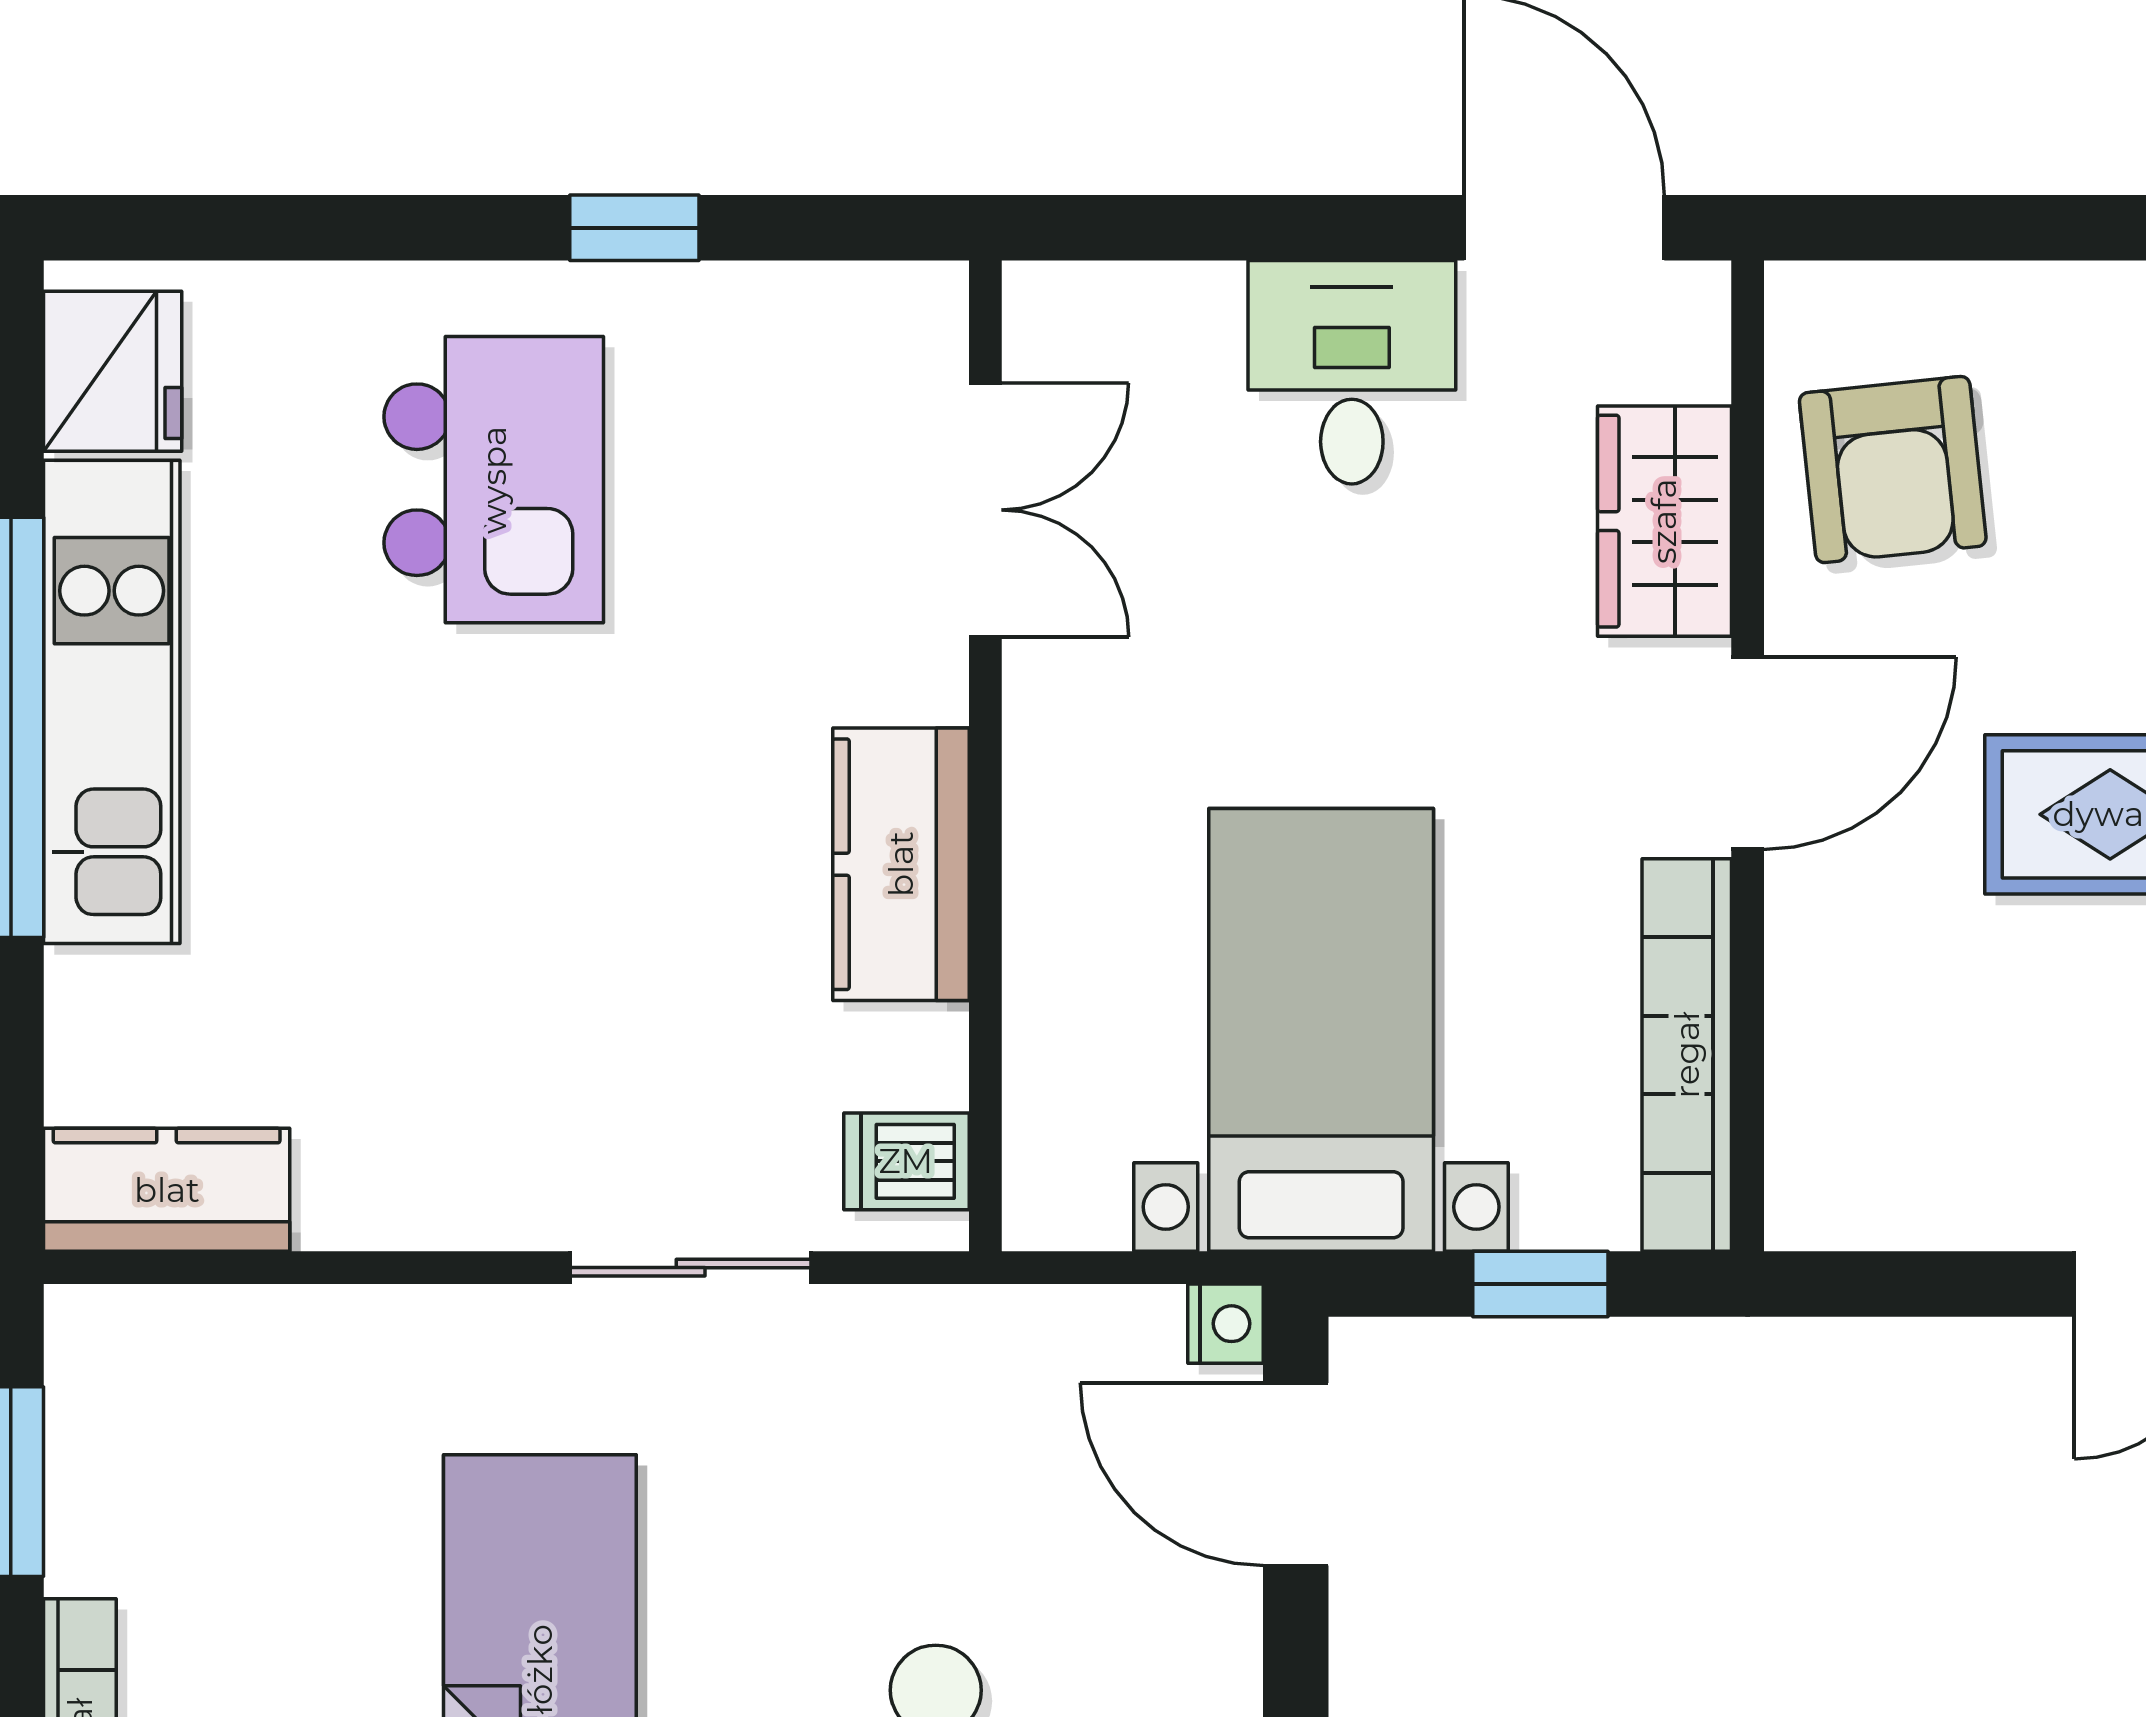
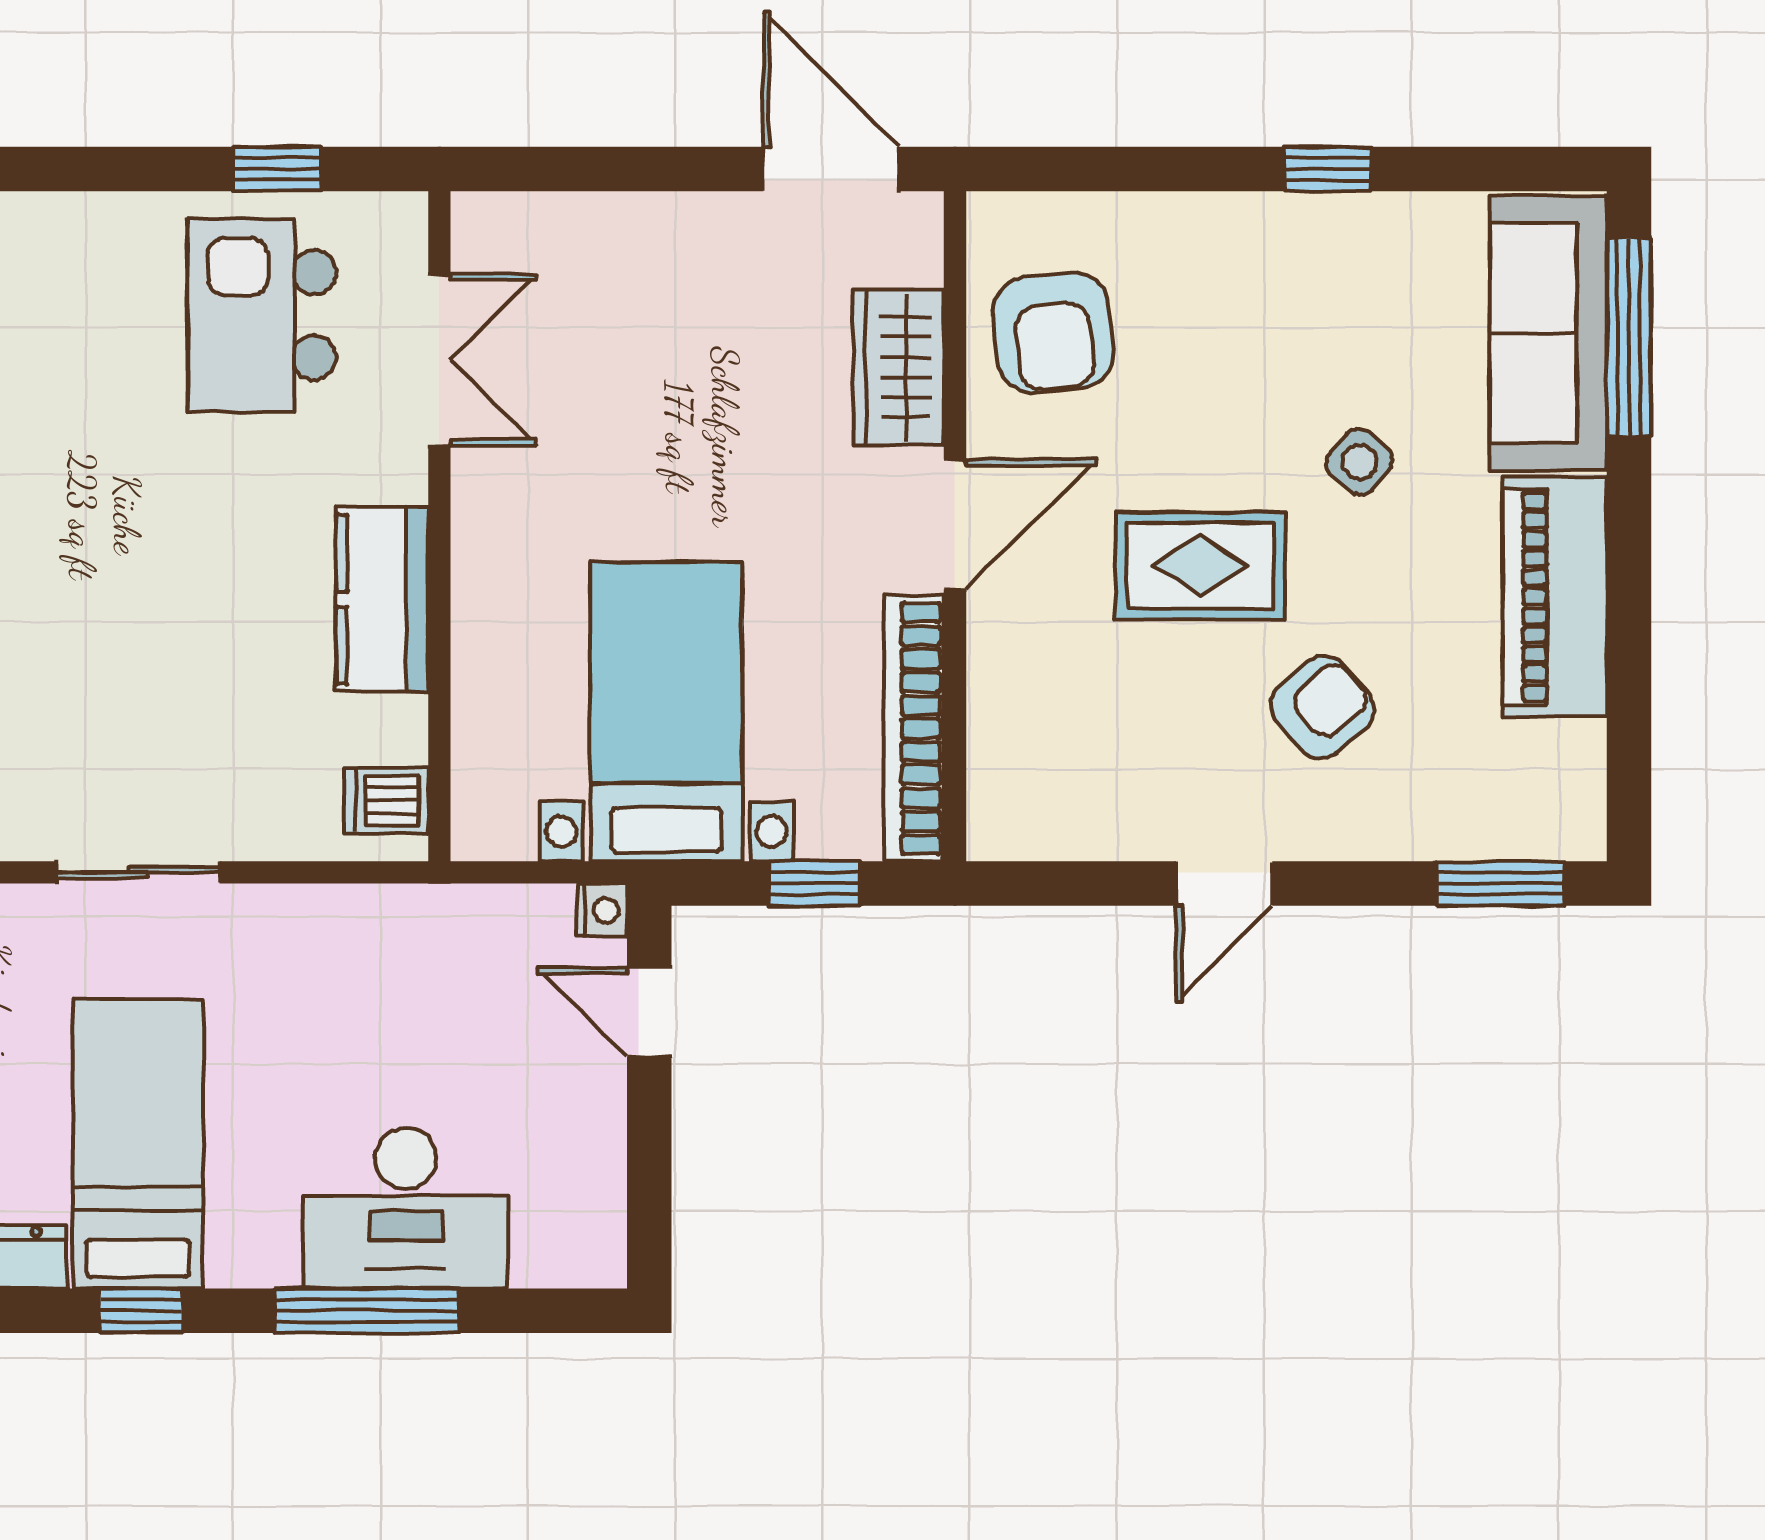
window: (634, 228) -> (277, 169), moved
desk: (1352, 372) -> (687, 267), removed
kitchen island: (494, 480) -> (262, 315), moved, turned 180
sliding door: (691, 1268) -> (138, 872), moved
door: (1296, 1474) -> (649, 1012), width x0.73

